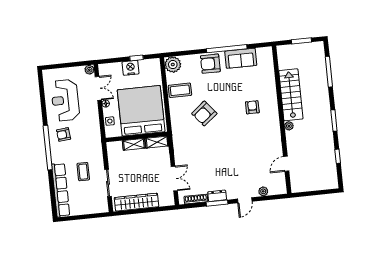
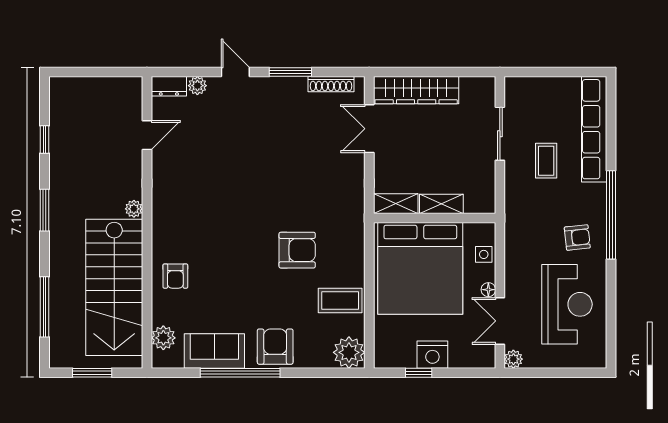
plant: (267, 62) -> (163, 338), added
armchair: (210, 64) -> (275, 347), turned -90
stairs: (291, 95) -> (114, 287), width x1.36, depth x1.51
armchair: (252, 107) -> (175, 276), moved
armchair: (204, 113) -> (297, 250), turned 39
dresser: (217, 196) -> (169, 86), moved
door: (245, 200) -> (235, 72), hinge flipped
wardrobe: (136, 202) -> (416, 90), moved

